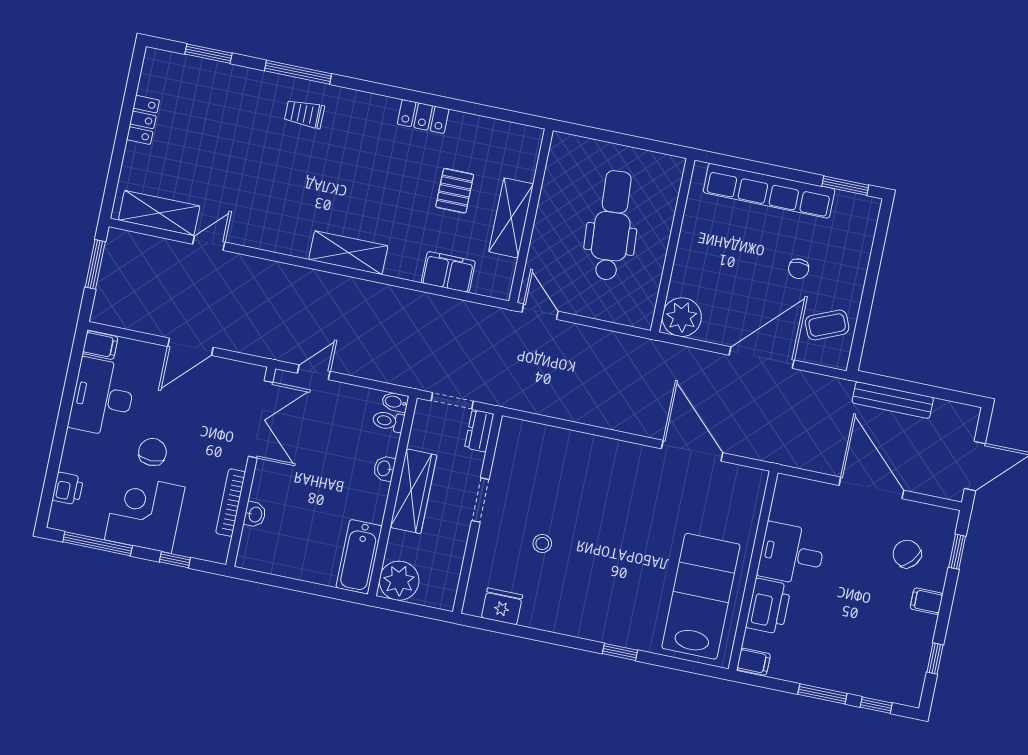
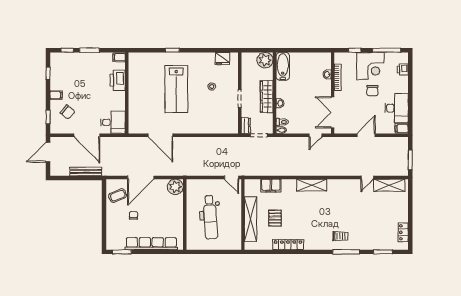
locker: (423, 117) -> (288, 245), width x1.53
locker: (143, 120) -> (403, 232), moved
shelving: (511, 218) -> (251, 219), width x1.47
desk: (791, 554) -> (113, 122), moved
lab bench: (701, 596) -> (176, 89), moved

